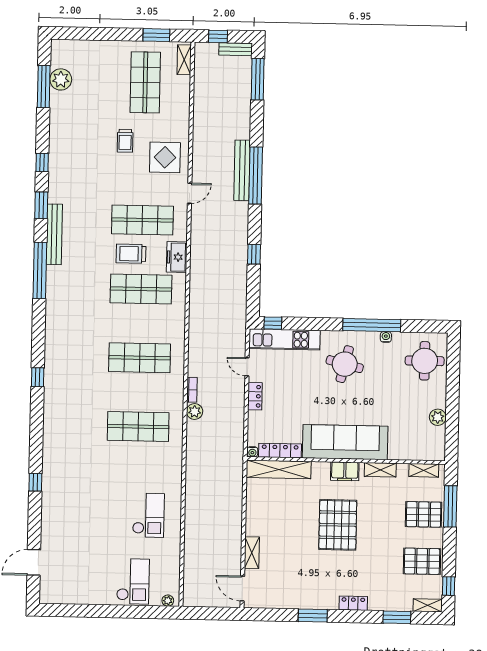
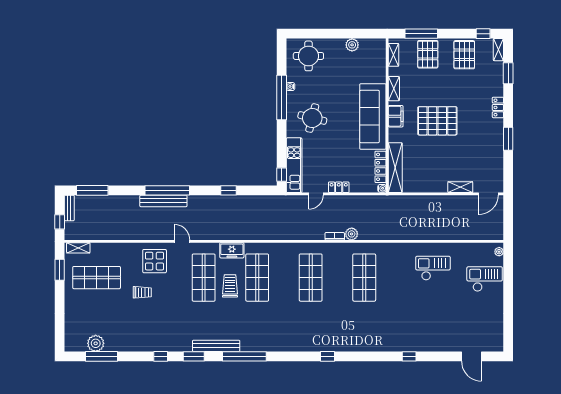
trolley: (131, 254) -> (230, 286), turned 180

